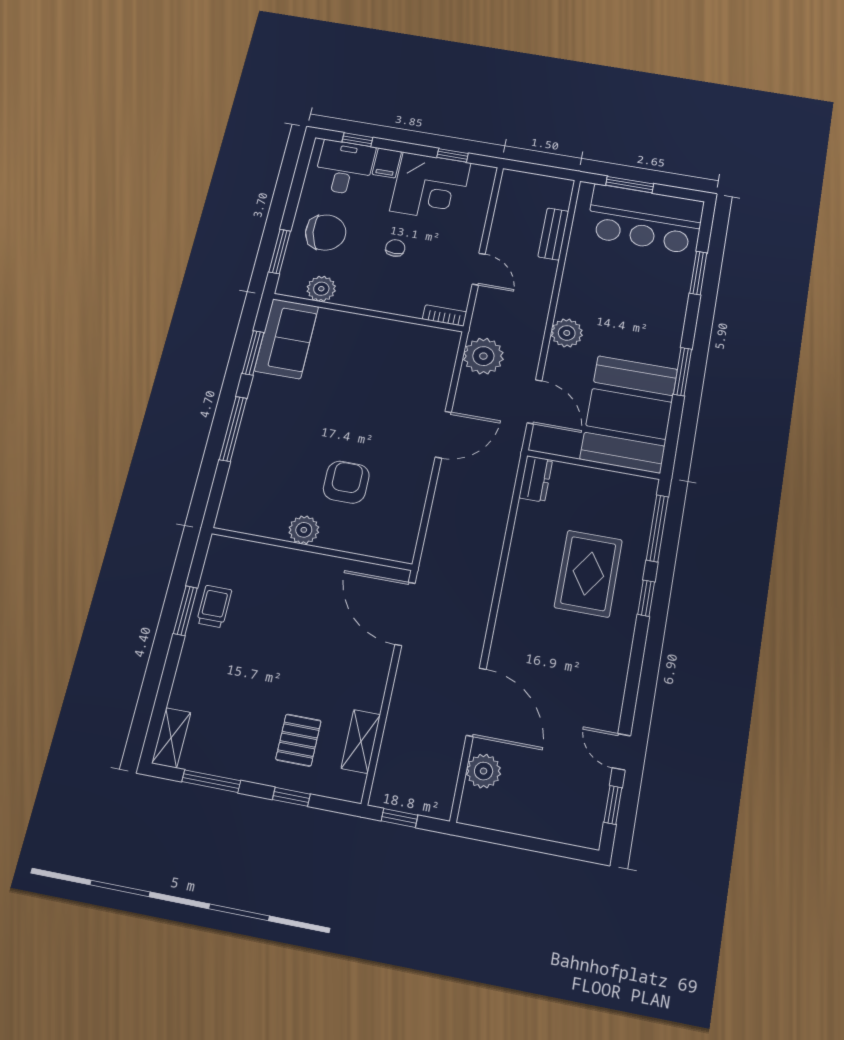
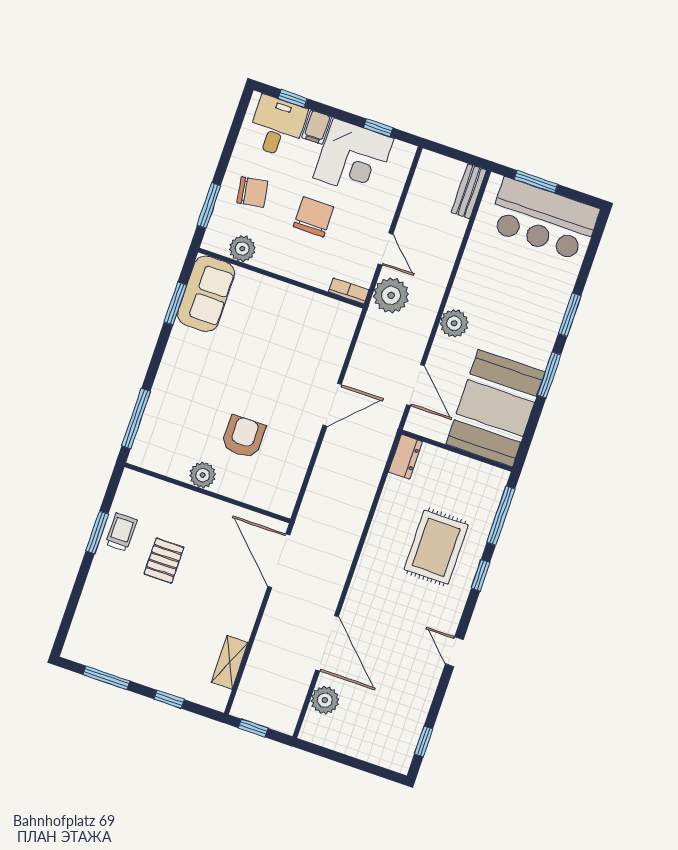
chair: (326, 233) -> (252, 192), width x0.73, depth x0.73
bench: (553, 234) -> (469, 191), moved
chair: (395, 248) -> (313, 217), width x1.87, depth x1.87
window: (698, 273) -> (570, 315), moved
plant: (483, 356) -> (391, 295), moved
window: (233, 429) -> (136, 419), moved
shelving: (171, 738) -> (77, 638), removed
pallet: (298, 740) -> (164, 561), moved
door: (621, 752) -> (454, 652), moved

